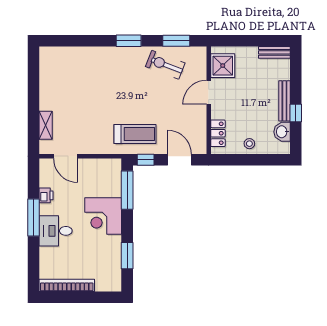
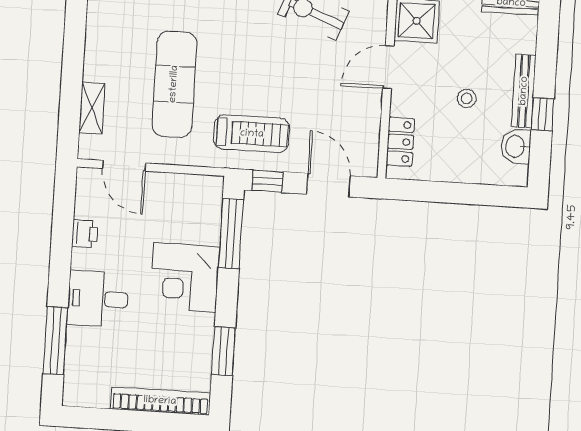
exercise mat: (91, 109) -> (174, 84), added
stool: (249, 144) -> (467, 98), moved
window: (34, 218) -> (55, 341), moved
bookcase: (67, 285) -> (160, 401), moved

